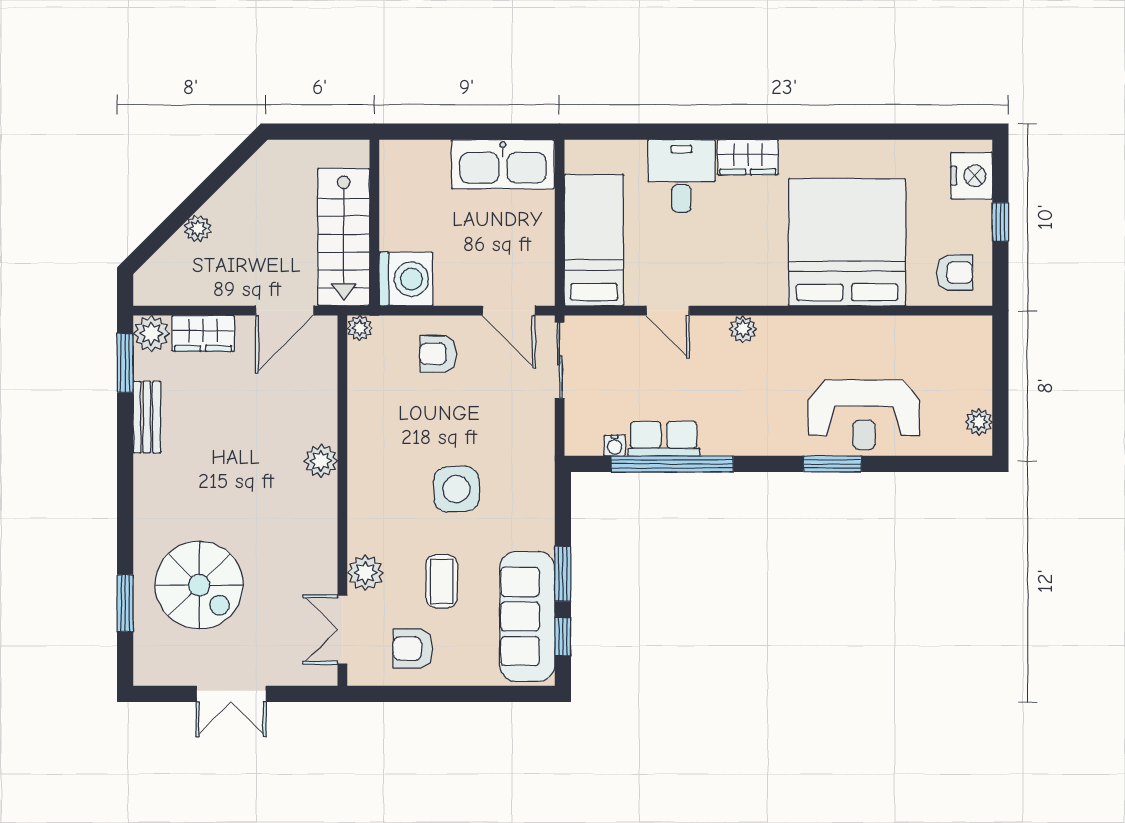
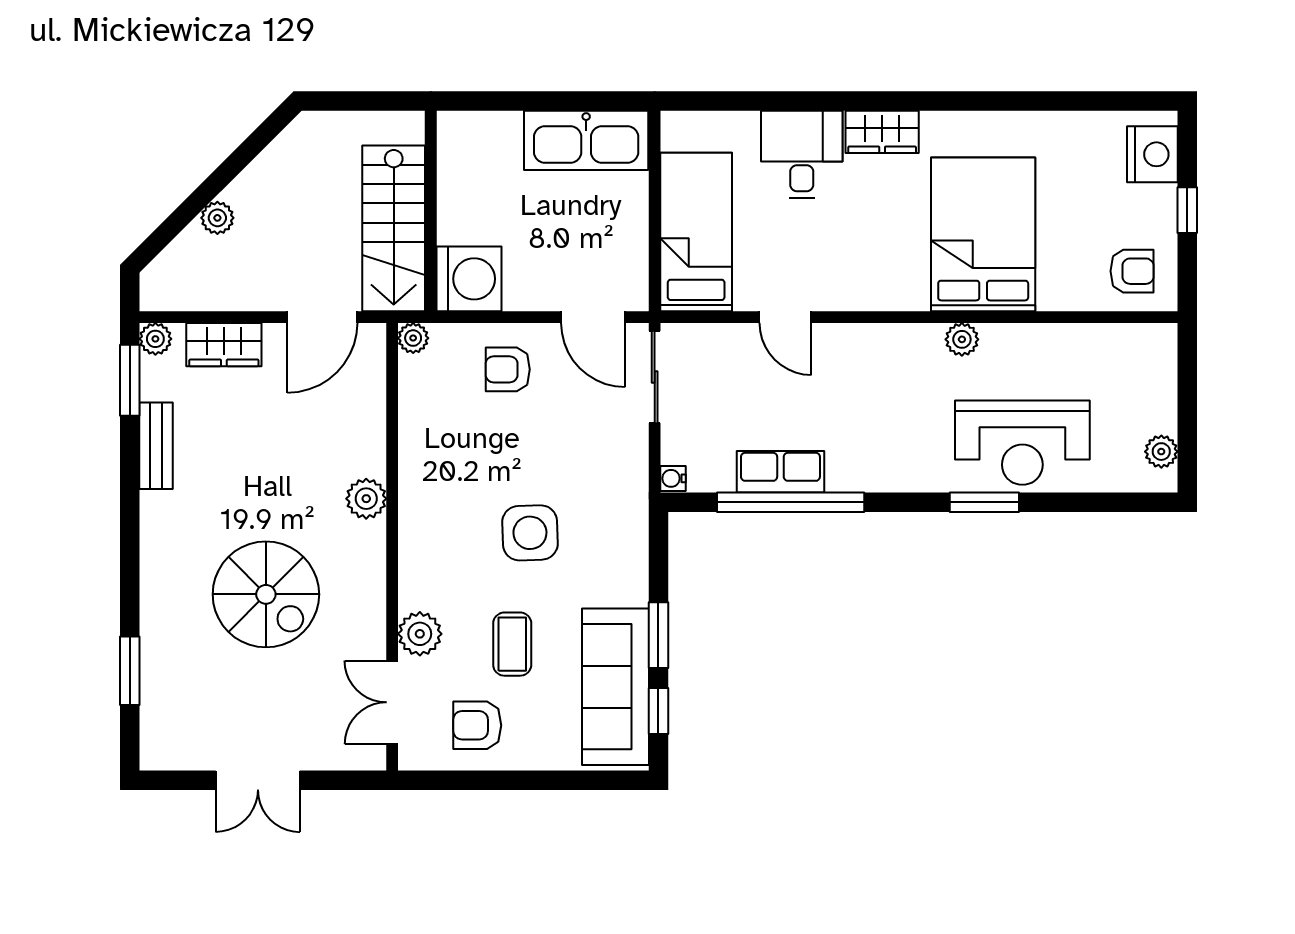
bed: (847, 242) -> (983, 234), width x0.73
plant: (743, 329) -> (962, 339), moved
plant: (151, 334) -> (155, 339), width x0.73, depth x0.73
water cooler: (615, 445) -> (673, 478), moved, turned 90
spiral stairs: (199, 585) -> (266, 594), moved

